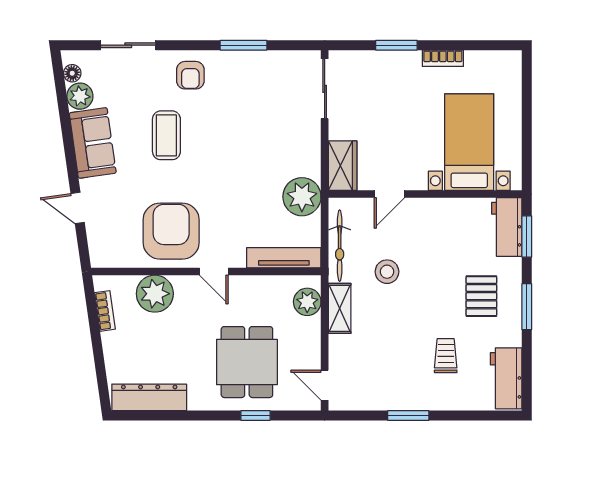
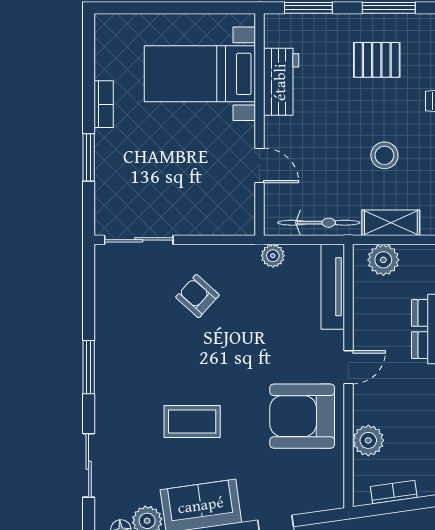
window: (243, 45) -> (89, 367), moved
armchair: (190, 75) -> (197, 296), moved, turned -138
wardrobe: (343, 166) -> (227, 219), removed
plant: (302, 197) -> (273, 256), width x0.53, depth x0.53
workbench: (507, 227) -> (281, 82), moved, turned -90
stool: (387, 272) -> (384, 155), moved
plant: (155, 294) -> (368, 440), width x0.73, depth x0.73

